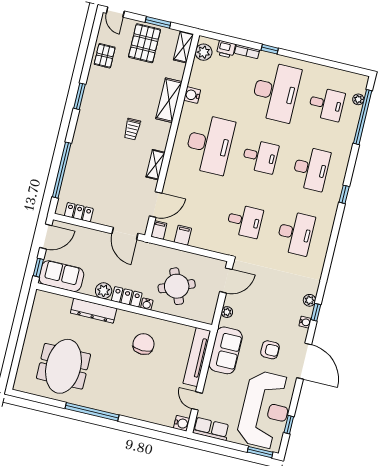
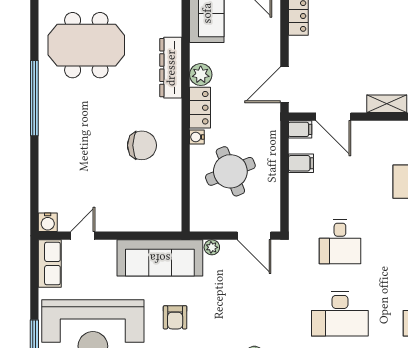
sofa: (226, 350) -> (160, 258), width x1.36
tv unit: (197, 357) -> (142, 221), removed

